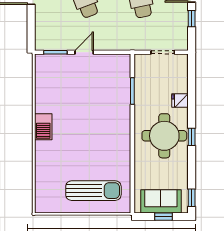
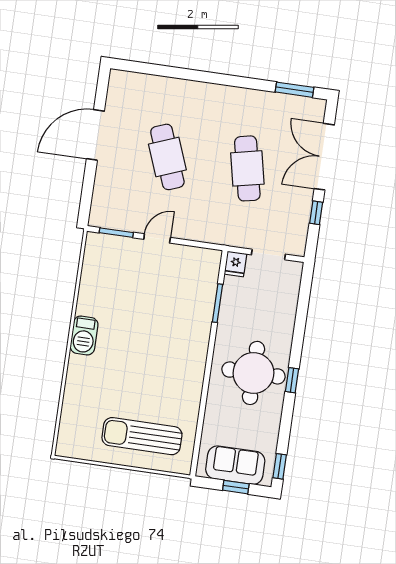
fridge: (180, 100) -> (235, 264), moved, turned -90
sun lounger: (93, 191) -> (142, 436), turned 180

